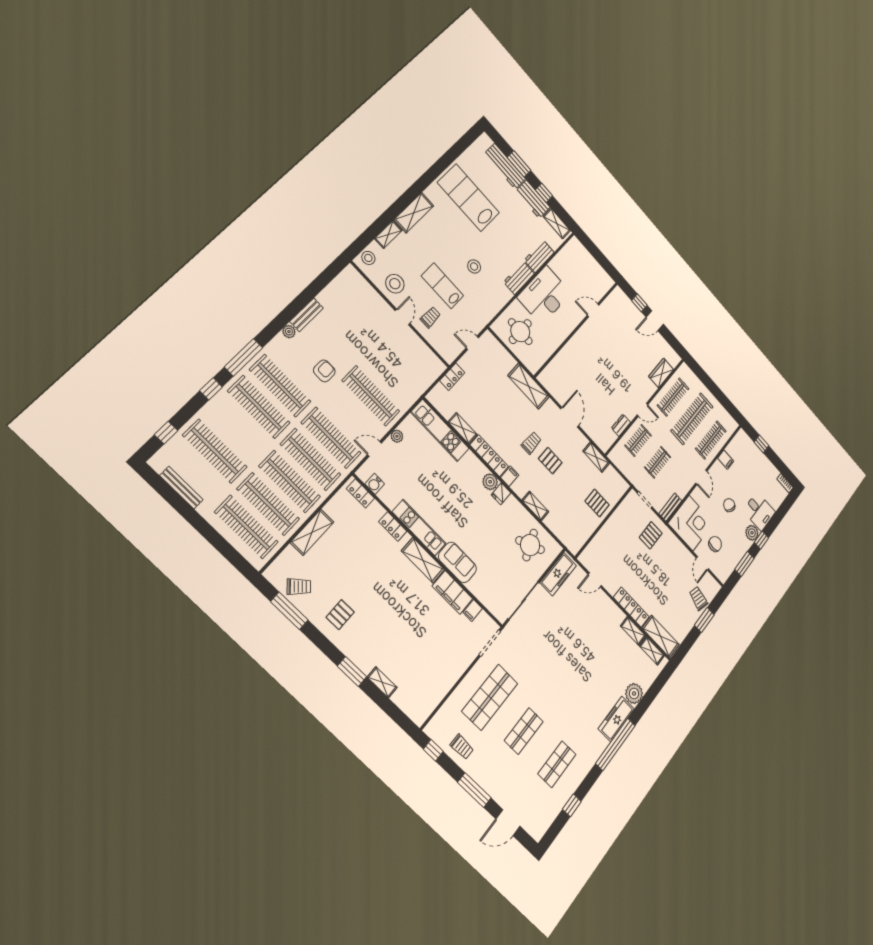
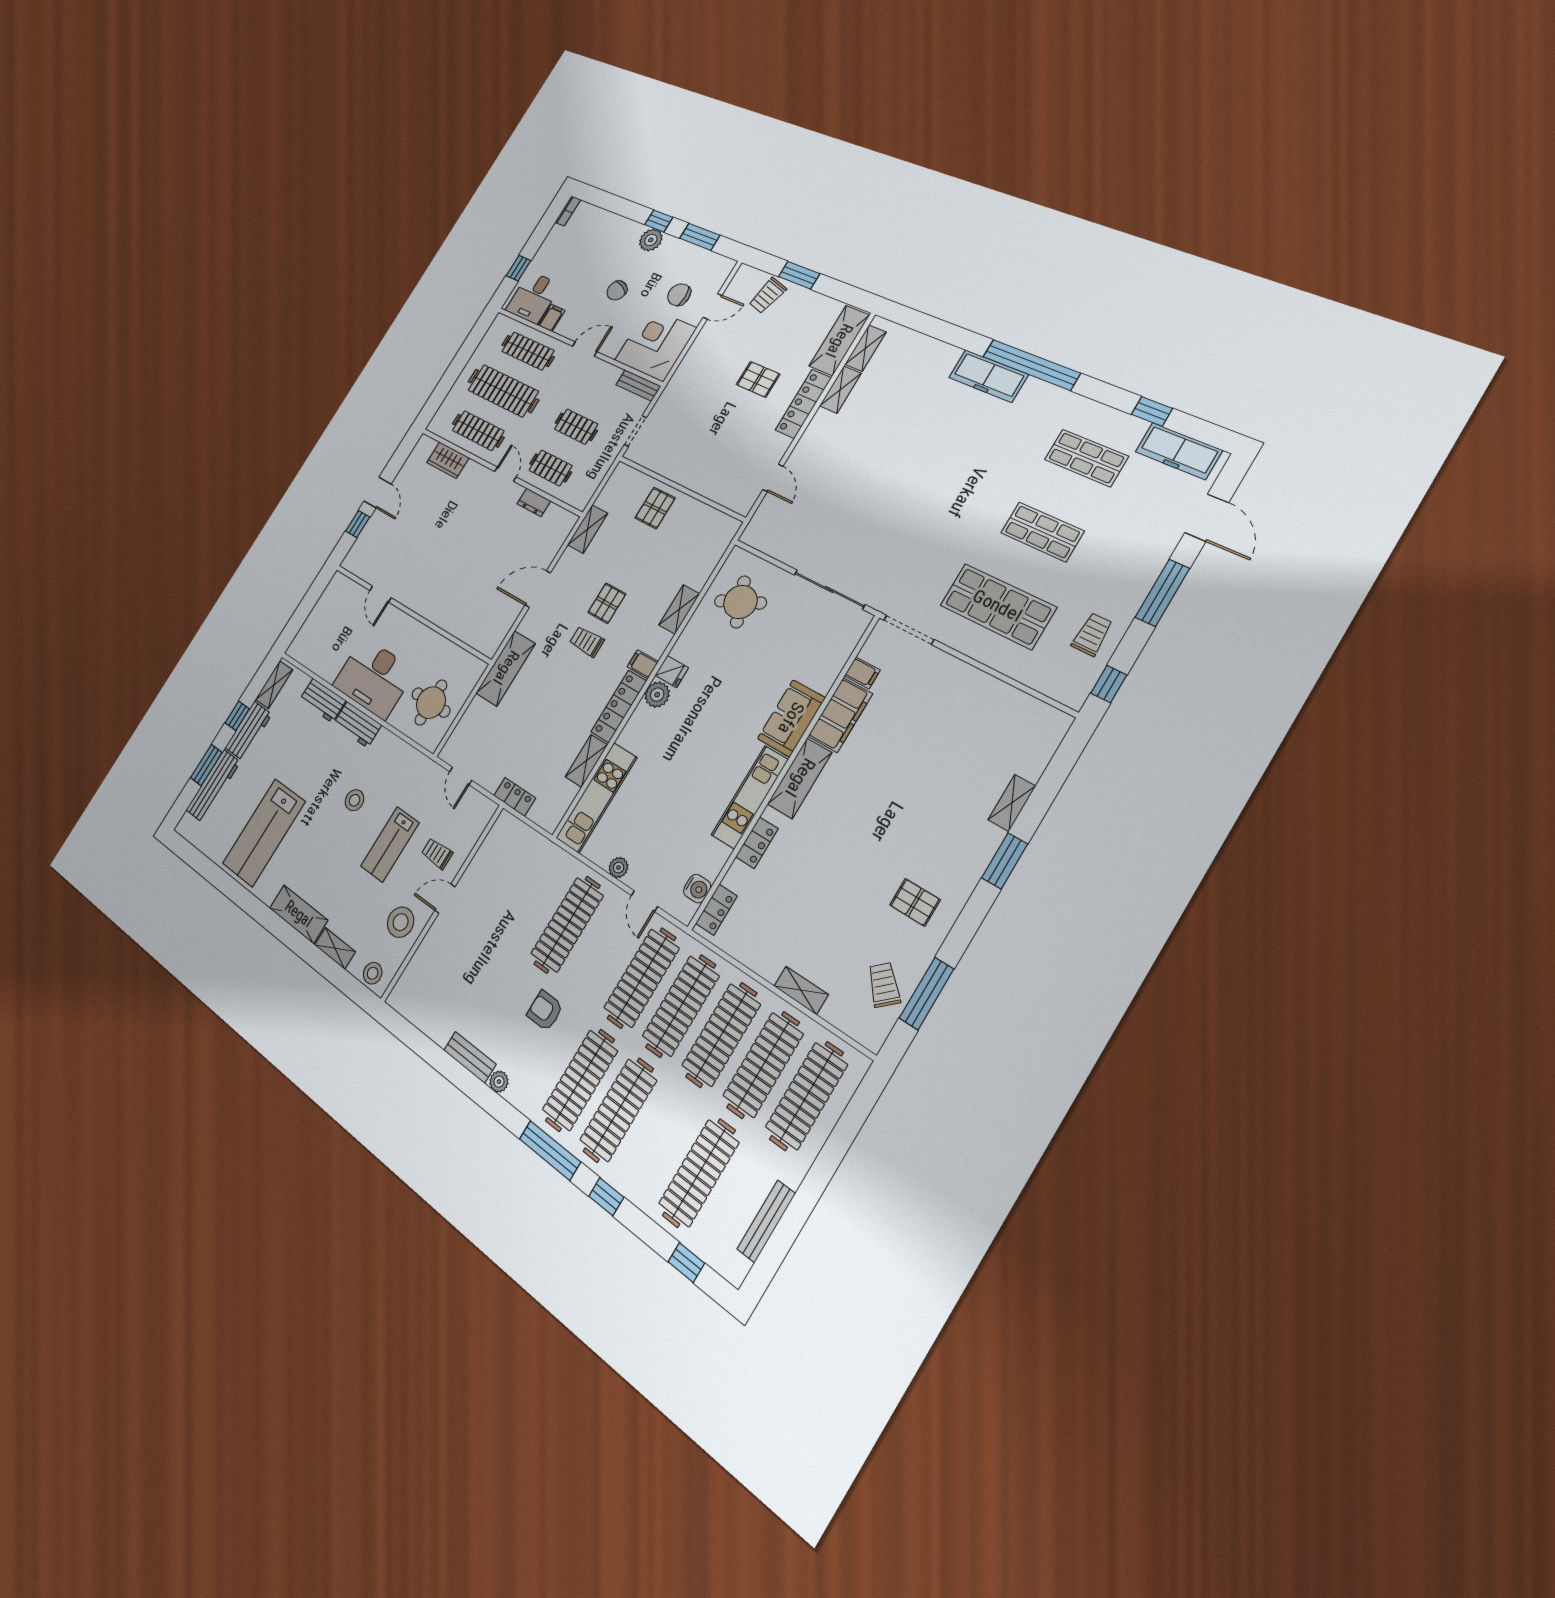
desk: (759, 511) -> (533, 297), moved, turned 180
shelving: (312, 532) -> (801, 990), width x0.67, depth x0.75
pallet: (651, 535) -> (758, 379), moved
freezer: (558, 574) -> (1179, 451), moved, turned 180
plant: (634, 694) -> (940, 358), removed

